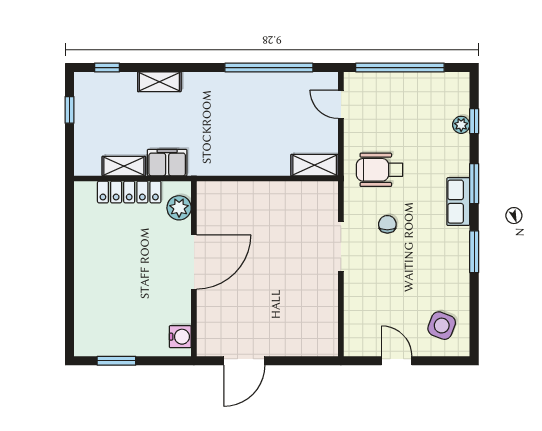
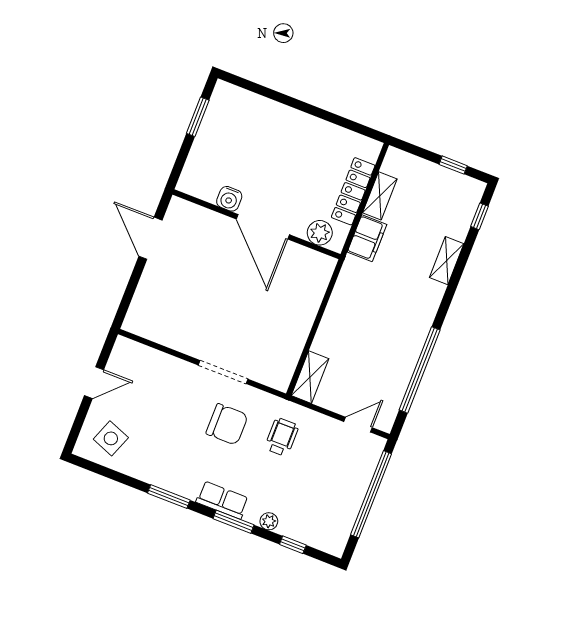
plant: (461, 125) -> (269, 521), moved
wheelchair: (379, 170) -> (282, 437), width x0.73, depth x0.73
chair: (387, 224) -> (227, 424), width x1.87, depth x1.87
water cooler: (180, 337) -> (229, 199), moved

